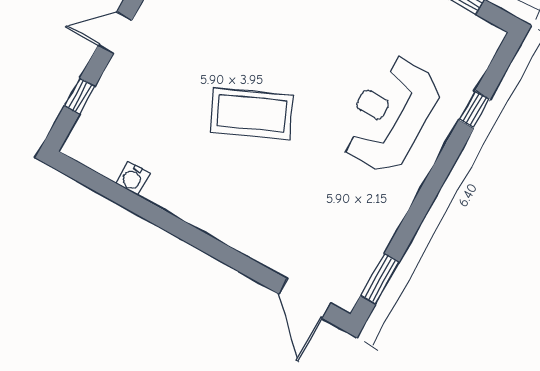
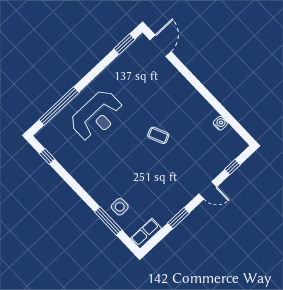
window: (474, 110) -> (59, 106), width x3.17
coffee table: (252, 114) -> (158, 135), width x0.54, depth x0.58

